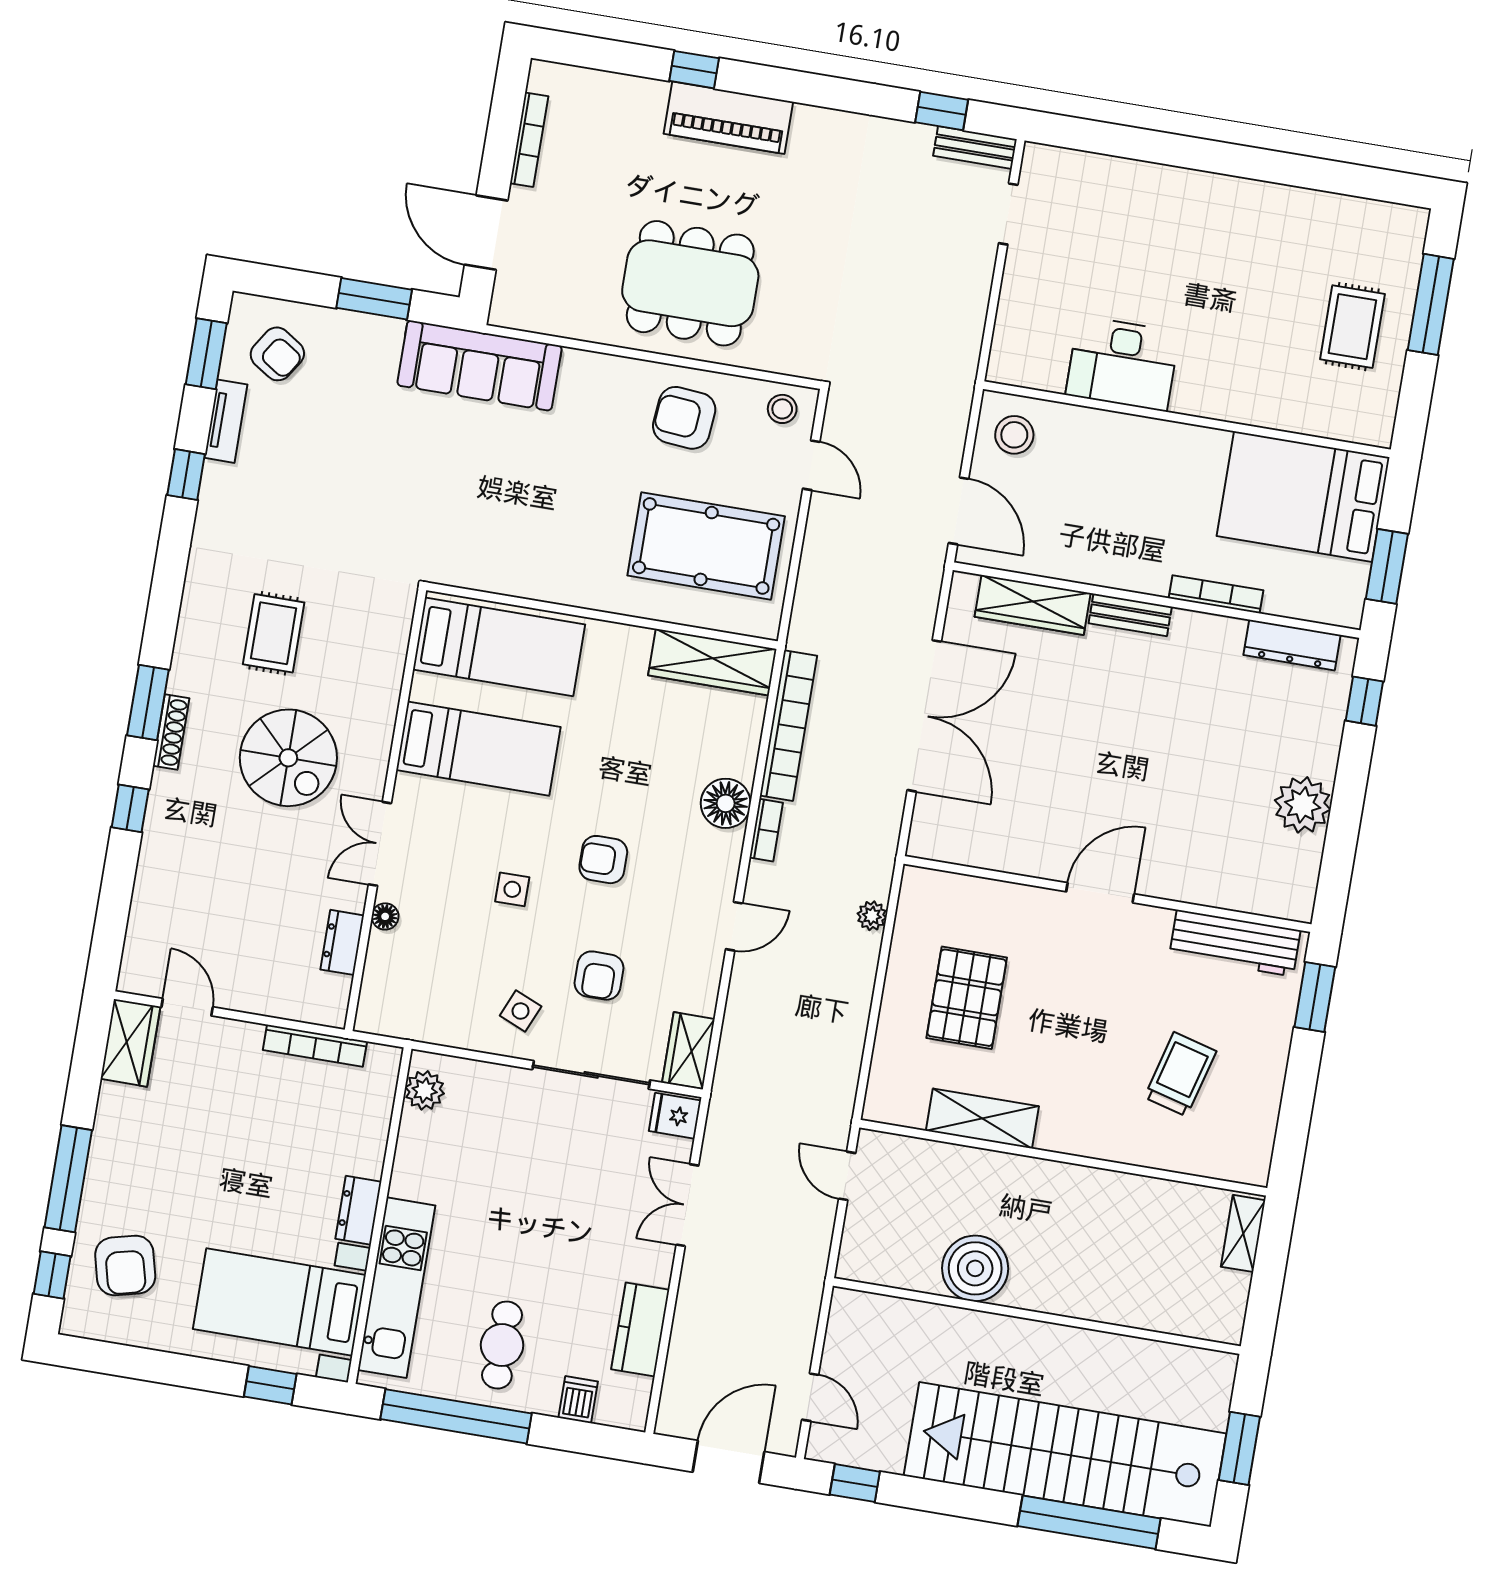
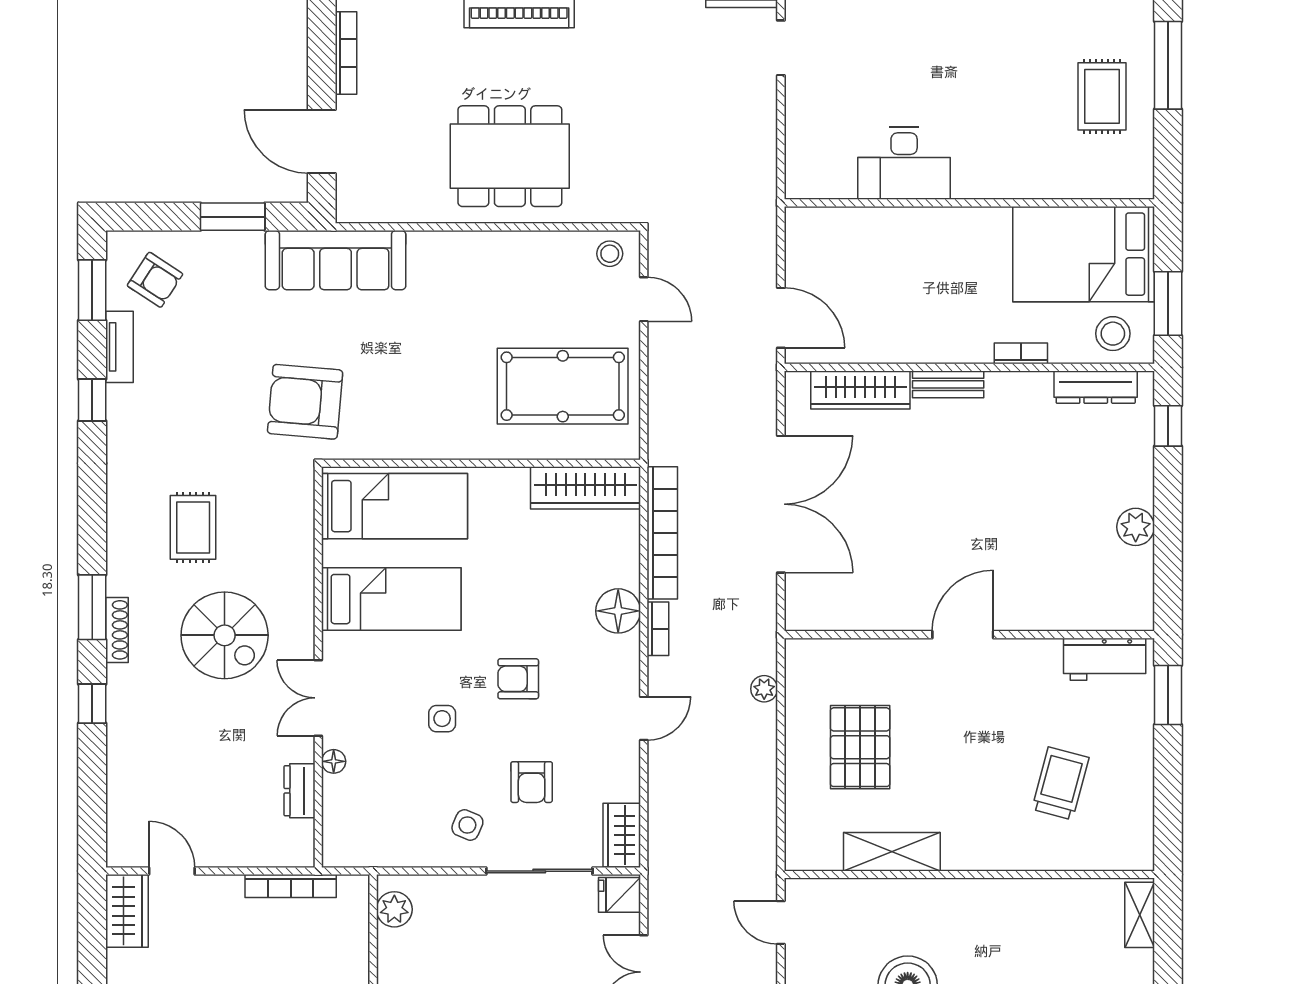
armchair: (684, 418) -> (305, 402), moved, width x1.36, depth x1.36
stool: (1014, 435) -> (1113, 334), moved
bookcase: (1216, 594) -> (1021, 353), width x0.64
plant: (1303, 805) -> (1136, 527), width x0.73, depth x0.73
workbench: (1235, 943) -> (1105, 659), width x0.73

